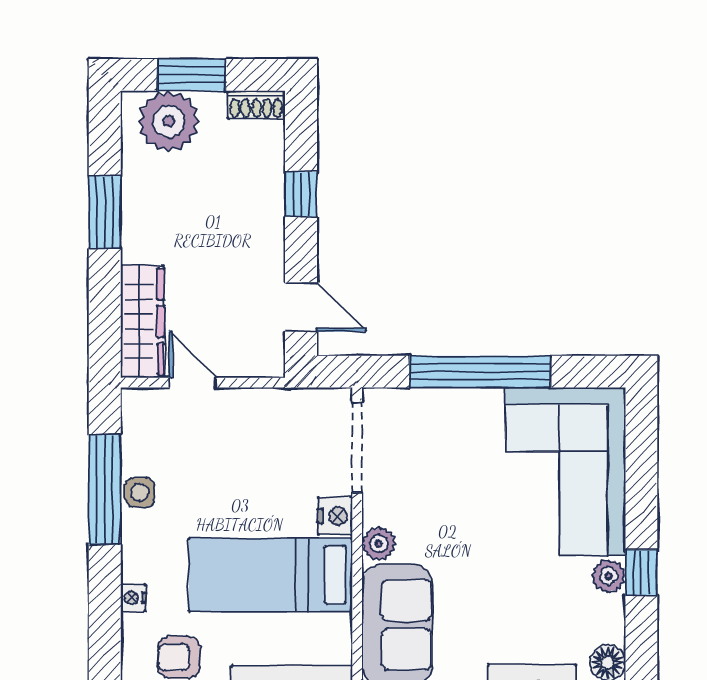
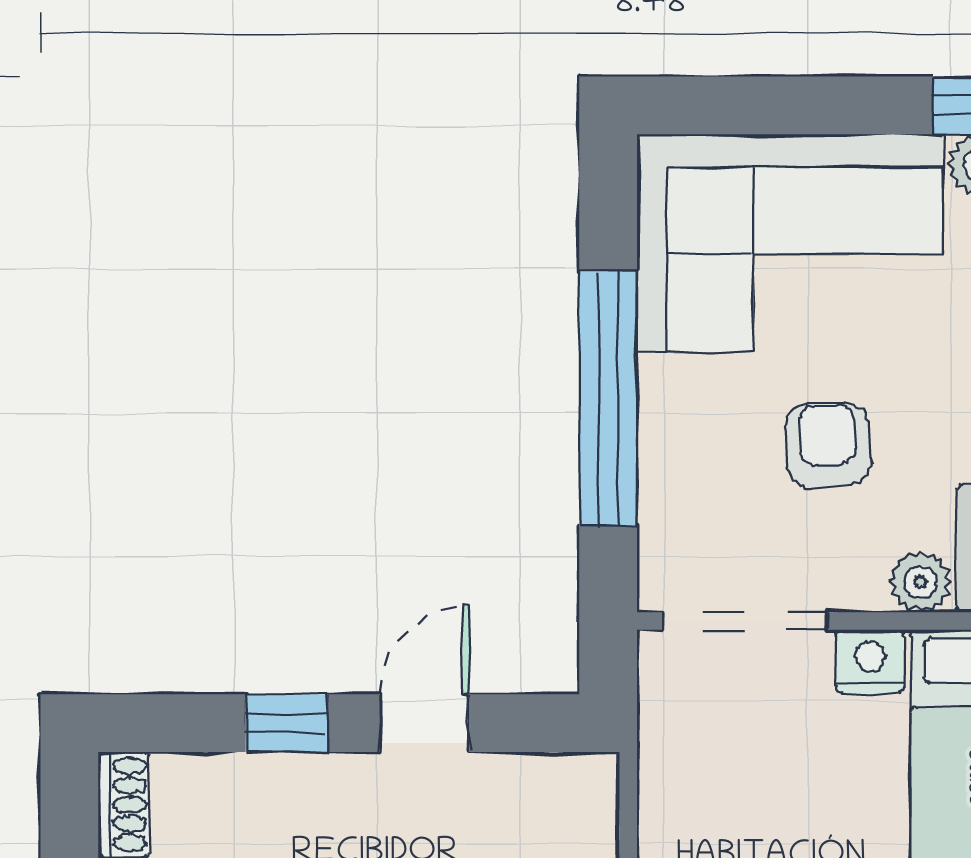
door: (301, 307) -> (424, 723), moved
armchair: (454, 493) -> (828, 445), added

